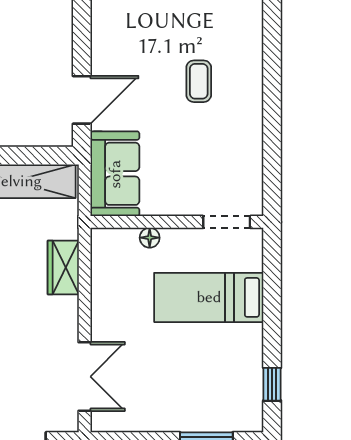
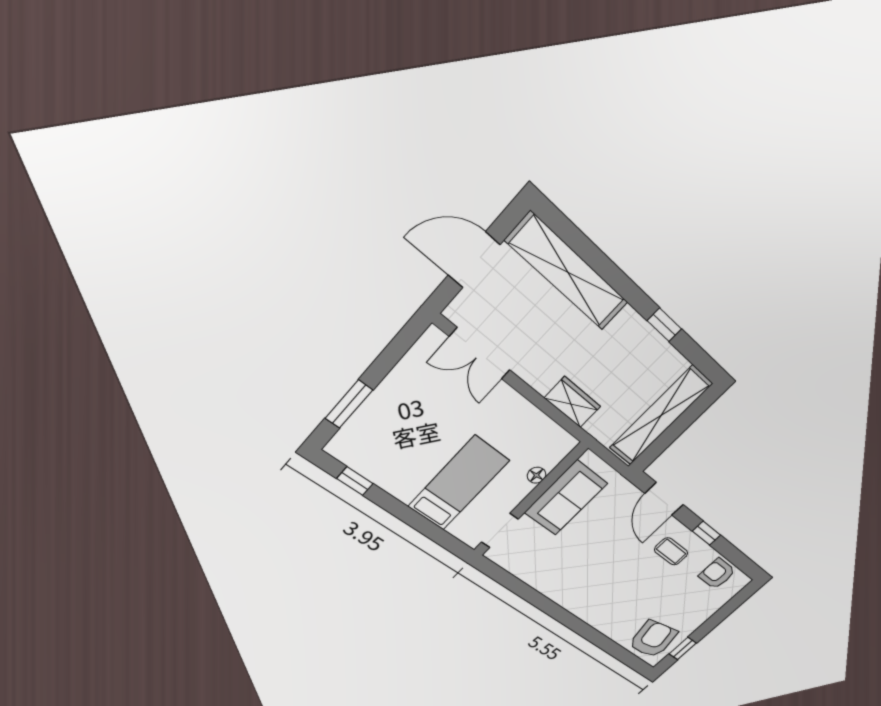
window: (82, 23) -> (706, 533), added
coffee table: (199, 81) -> (671, 551), moved
sofa: (115, 174) -> (566, 498), moved, turned -90

